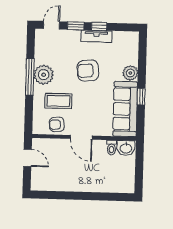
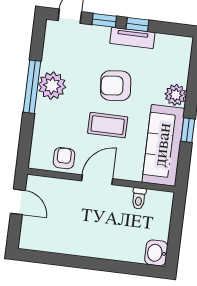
coffee table: (58, 101) -> (108, 125), moved
armchair: (57, 124) -> (64, 158), turned 95
door: (81, 137) -> (97, 180), swing flipped
washbasin: (126, 148) -> (156, 253), moved, turned 90

